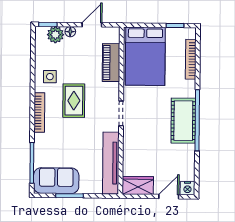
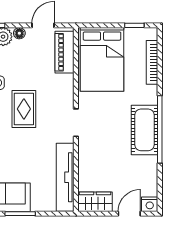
piano: (111, 63) -> (65, 52), moved

